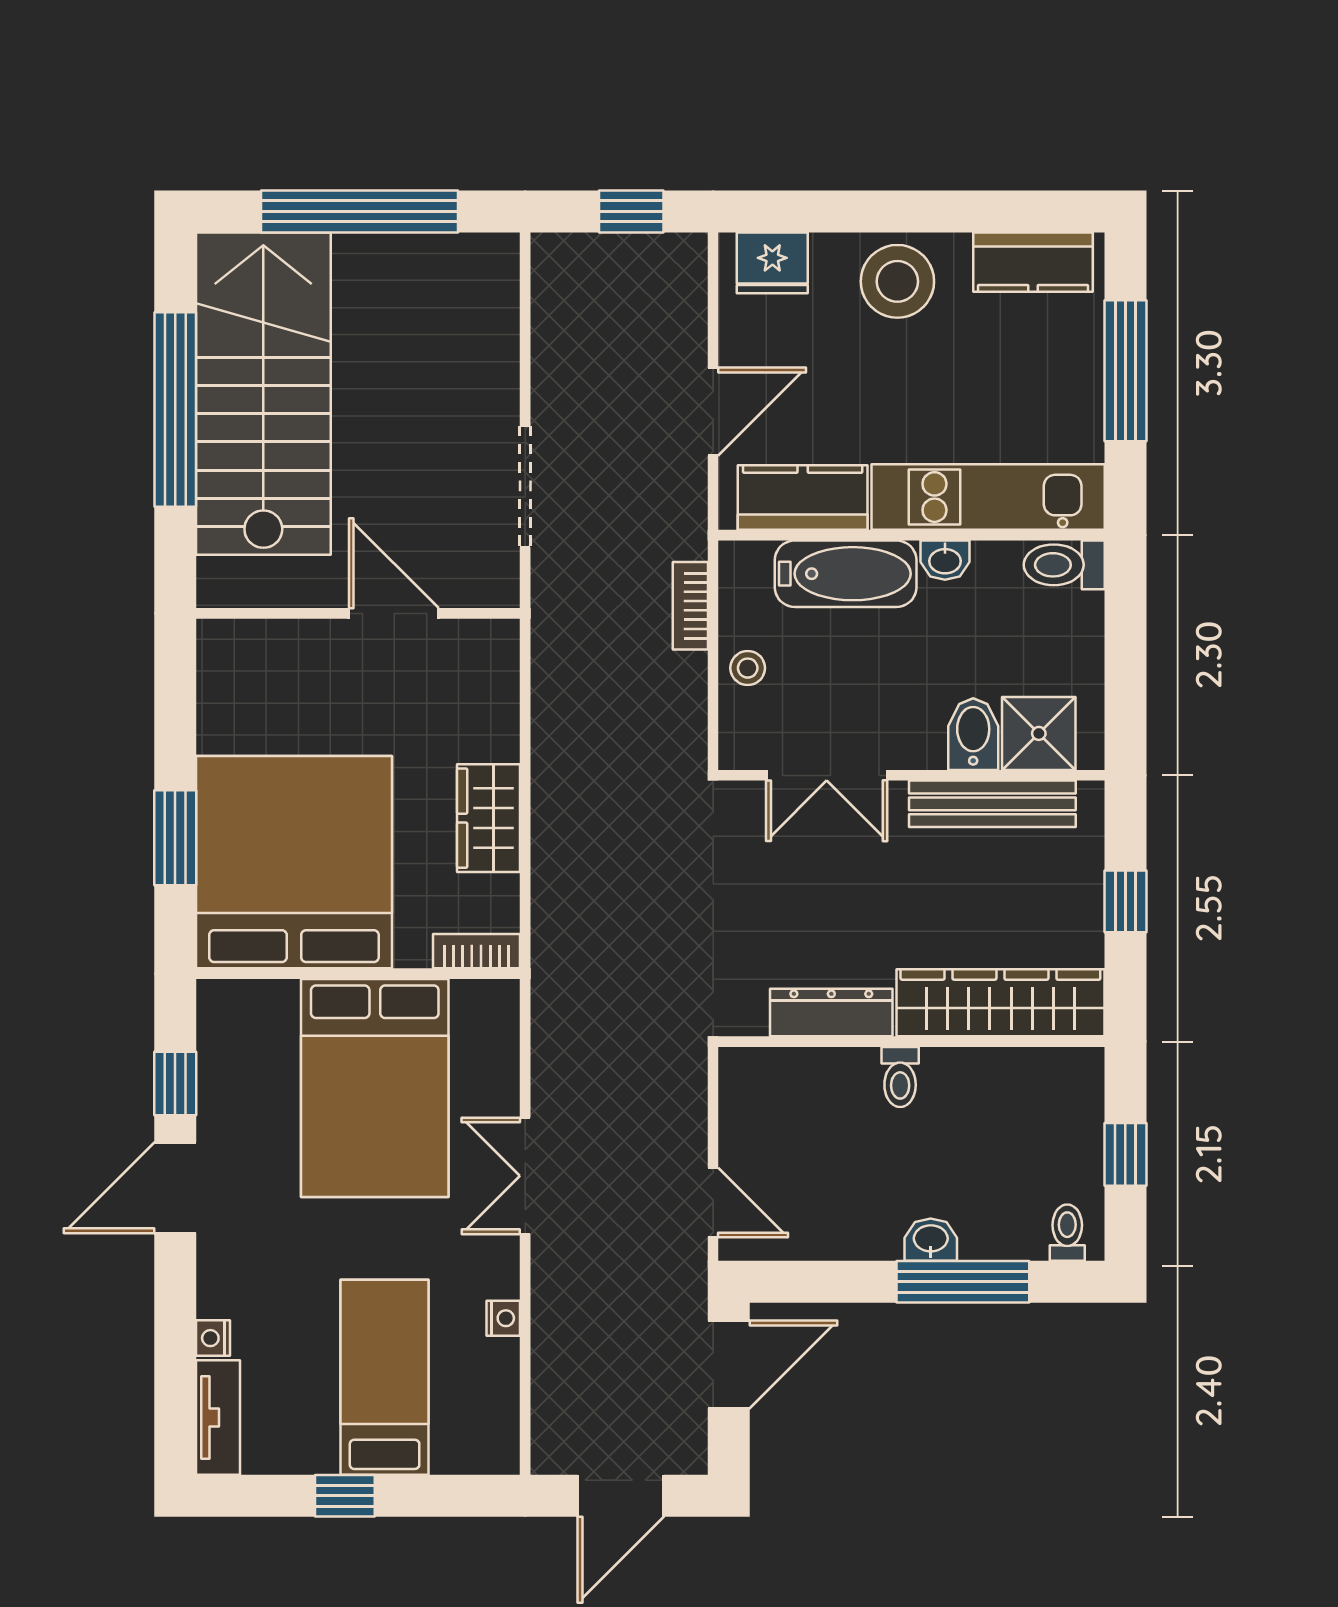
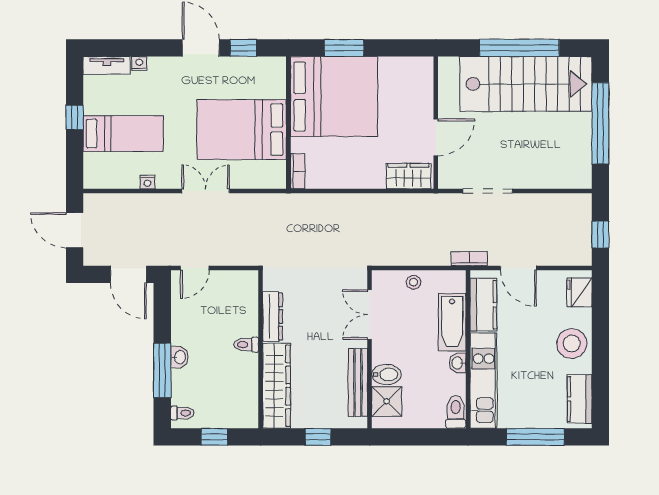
bookcase: (690, 606) -> (469, 259), moved
wardrobe: (488, 818) -> (409, 176), moved

